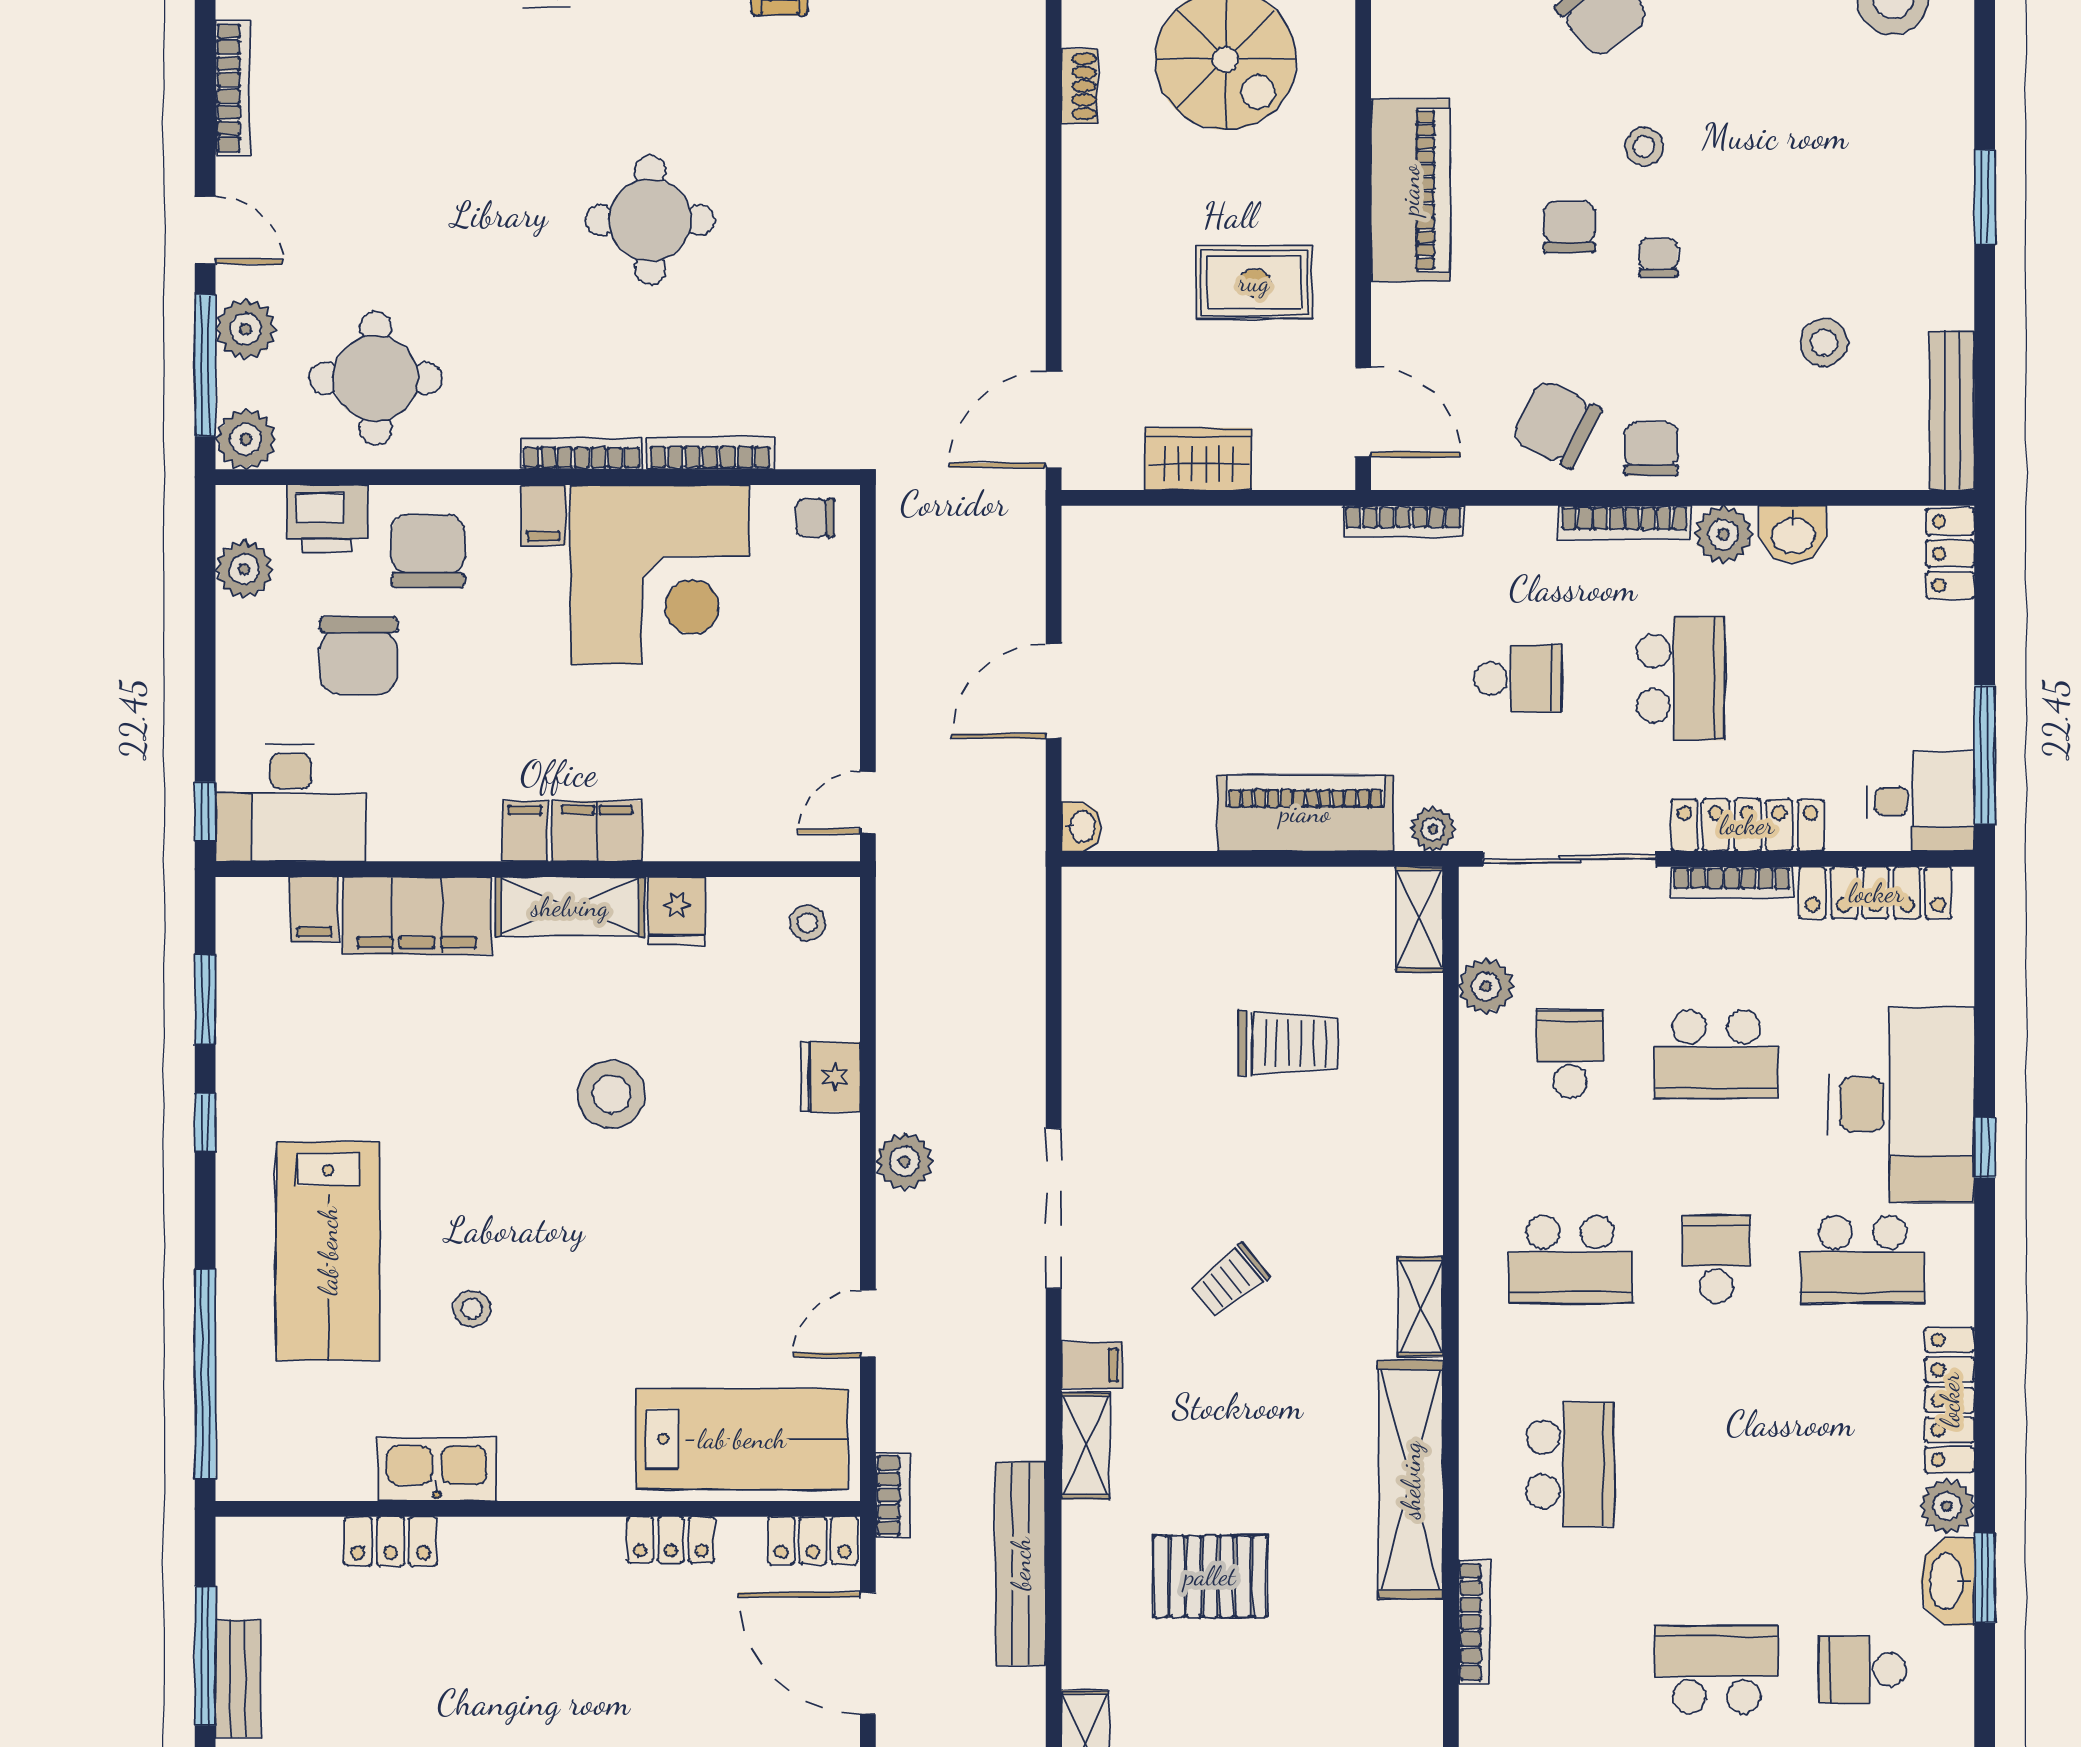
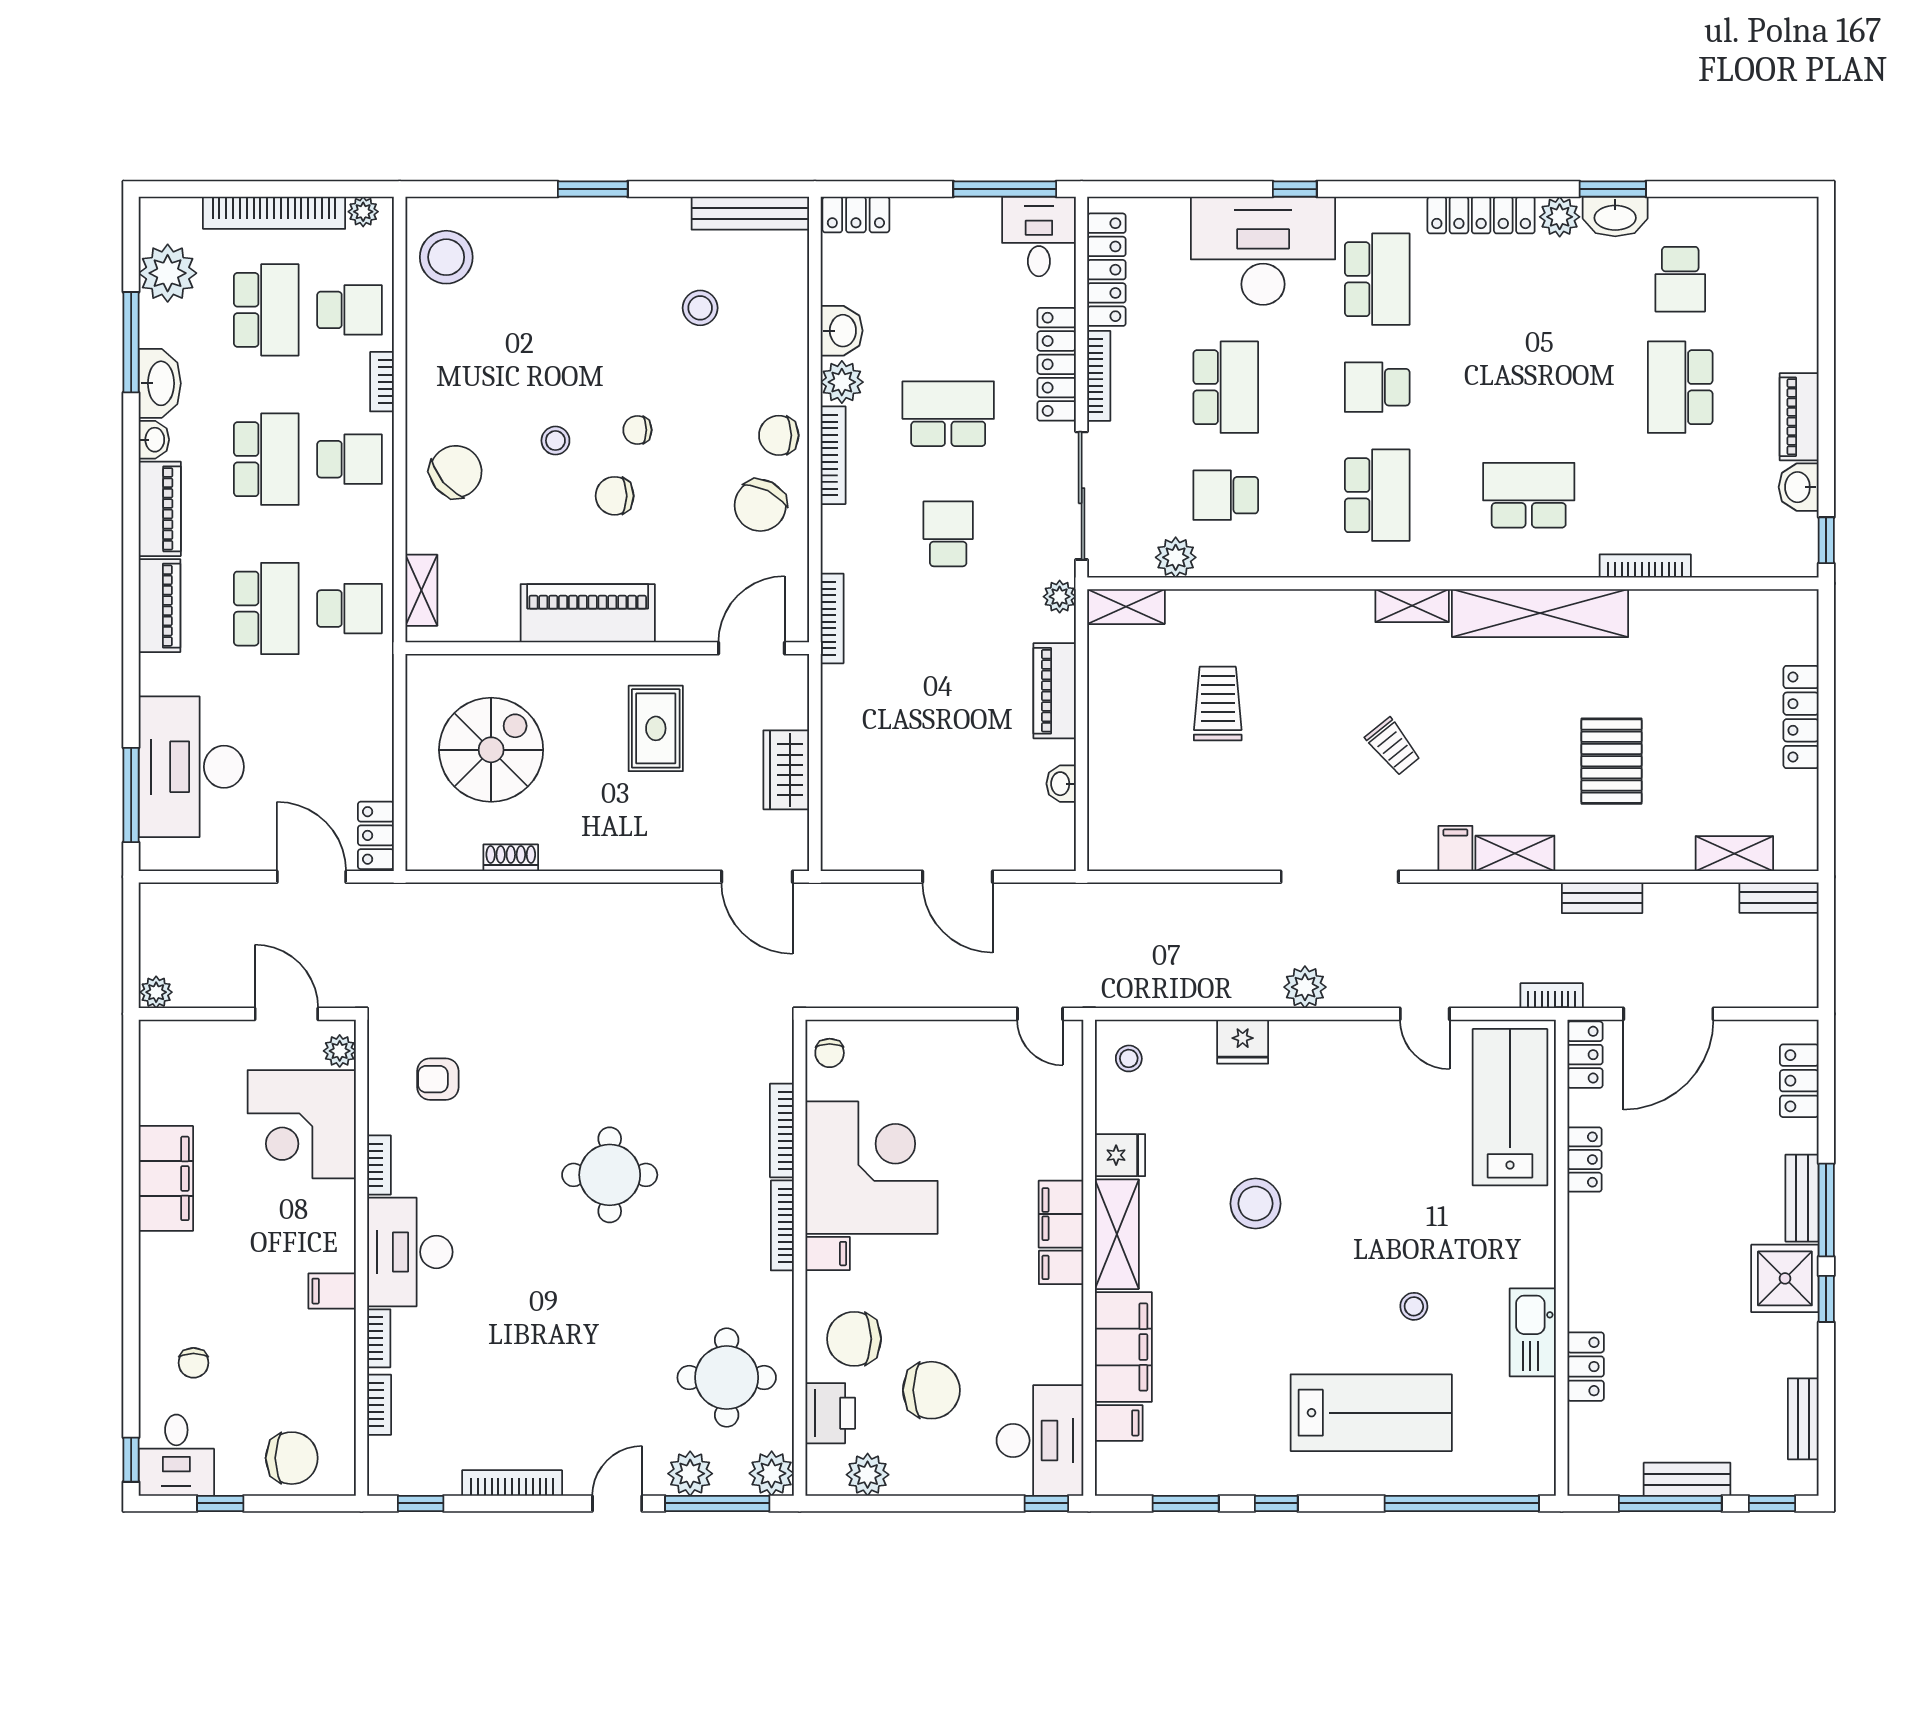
piano: (1305, 813) -> (1055, 691), width x0.73, depth x0.75
washbasin: (1081, 827) -> (1061, 784), moved, turned -90
bench: (1021, 1564) -> (1602, 898), width x0.54, depth x0.82

